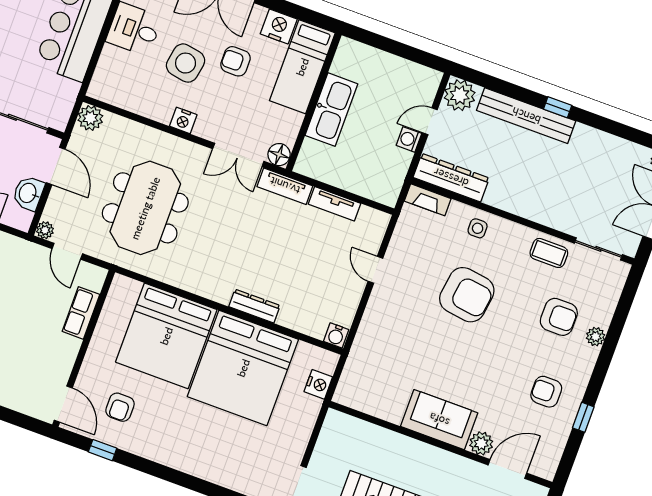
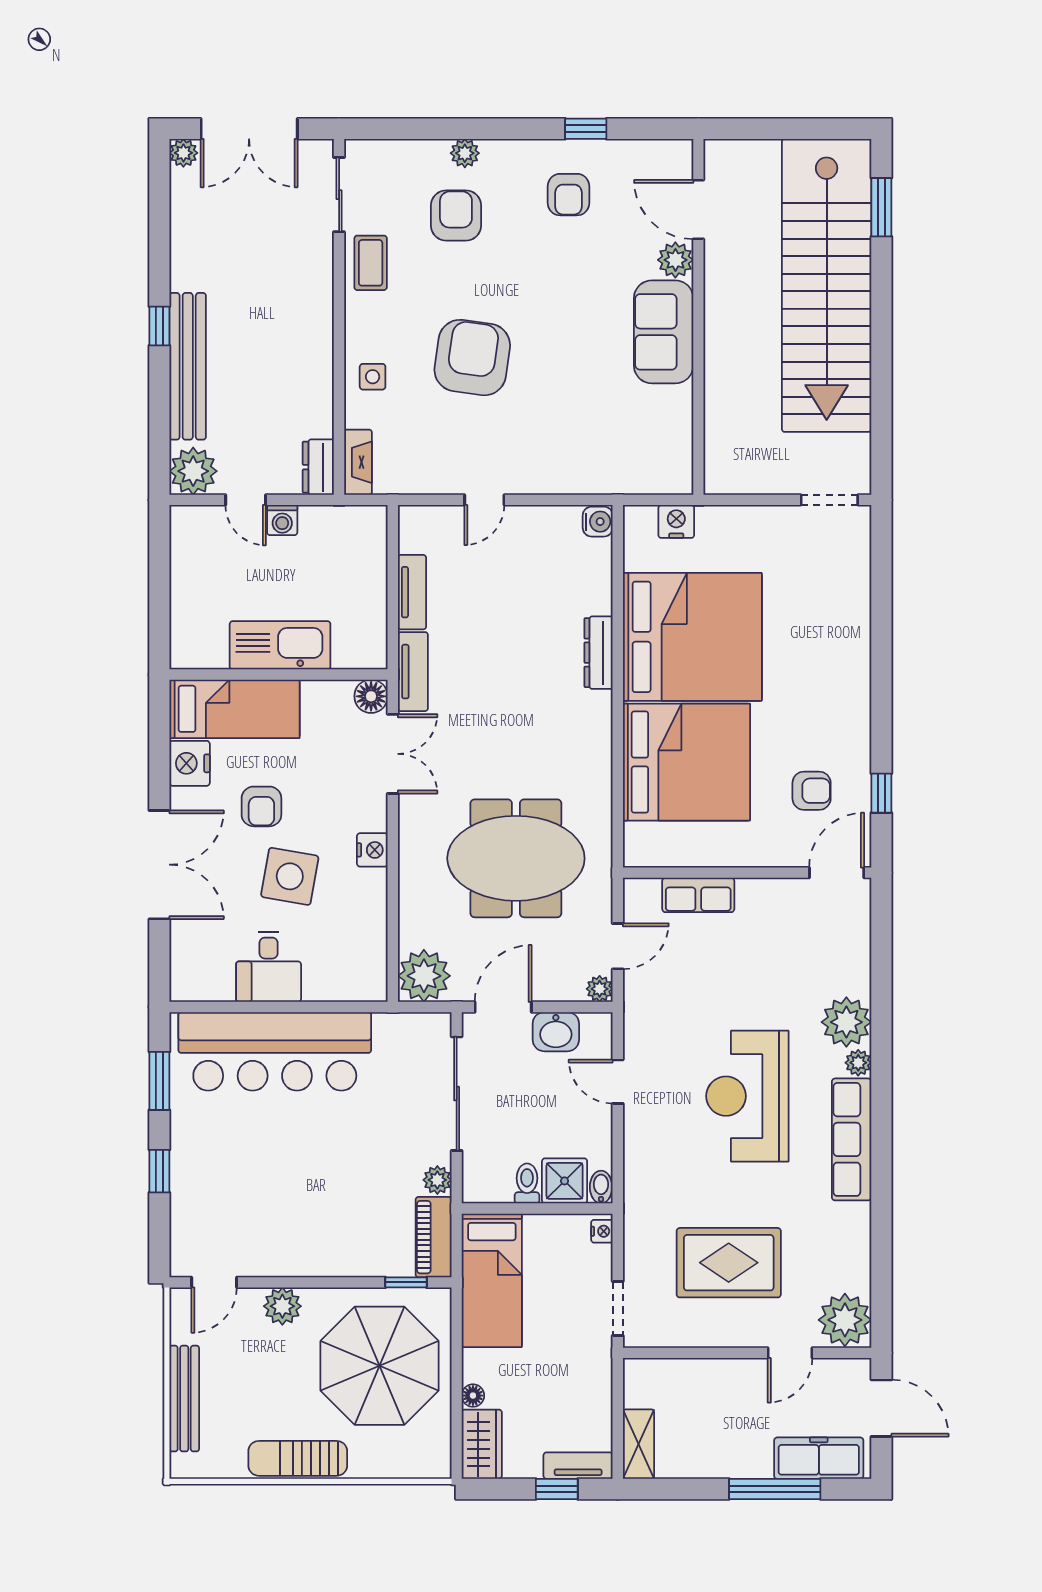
plant: (90, 118) -> (424, 976), width x1.36, depth x1.36
dresser: (451, 178) -> (318, 467), width x0.51, depth x0.80

